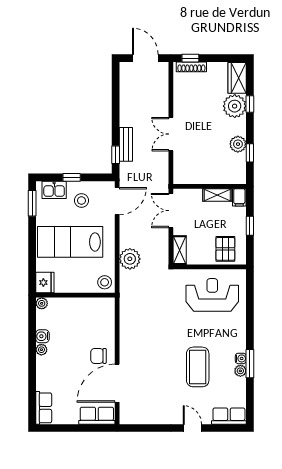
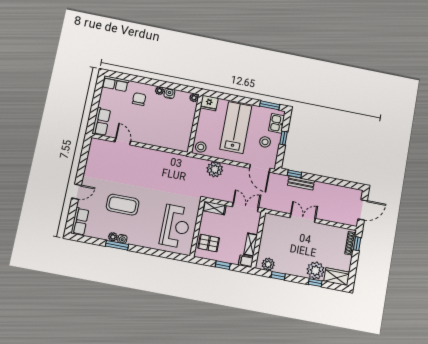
plant: (238, 144) -> (268, 264), moved
chair: (98, 356) -> (139, 99), moved
door: (117, 383) -> (123, 142), width x0.53

